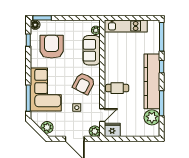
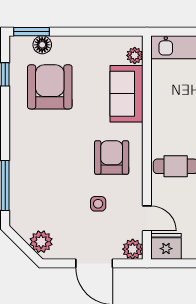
floor lamp: (35, 25) -> (42, 45), moved
armchair: (84, 83) -> (112, 158), turned 153
corner sofa: (46, 90) -> (39, 169), removed
door: (102, 115) -> (147, 218), hinge flipped

